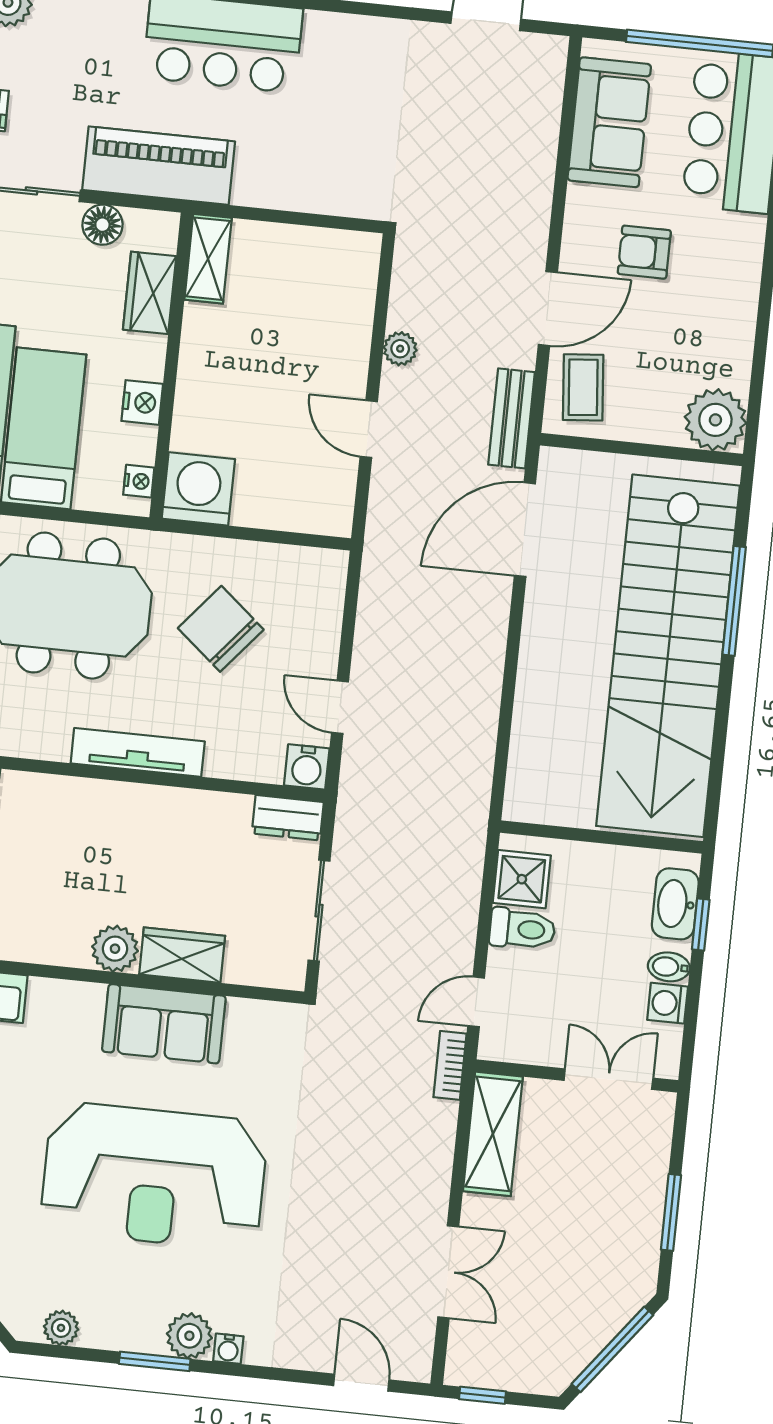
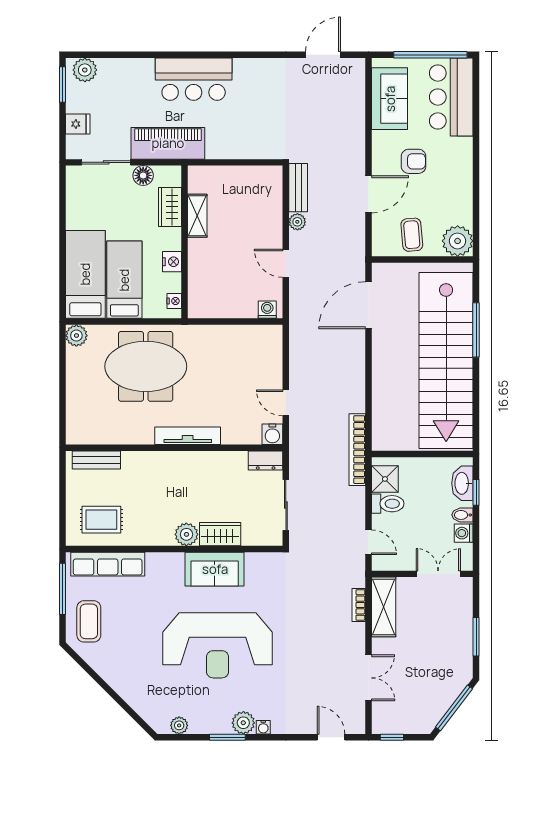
armchair: (644, 252) -> (414, 161), turned 180
shelving: (208, 259) -> (197, 216), moved
coffee table: (583, 387) -> (412, 235), moved
bench: (512, 418) -> (298, 188), moved
washing machine: (198, 489) -> (267, 310), moved, width x0.53, depth x0.53
chair: (221, 629) -> (223, 370), removed
bookcase: (473, 815) -> (357, 450), added
door: (476, 1002) -> (369, 542), swing flipped
bookcase: (450, 1065) -> (359, 605), moved

